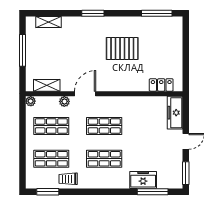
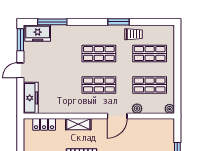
shelving: (47, 85) -> (78, 124), moved
freezer: (143, 180) -> (38, 33), moved
window: (48, 192) -> (119, 22), moved

